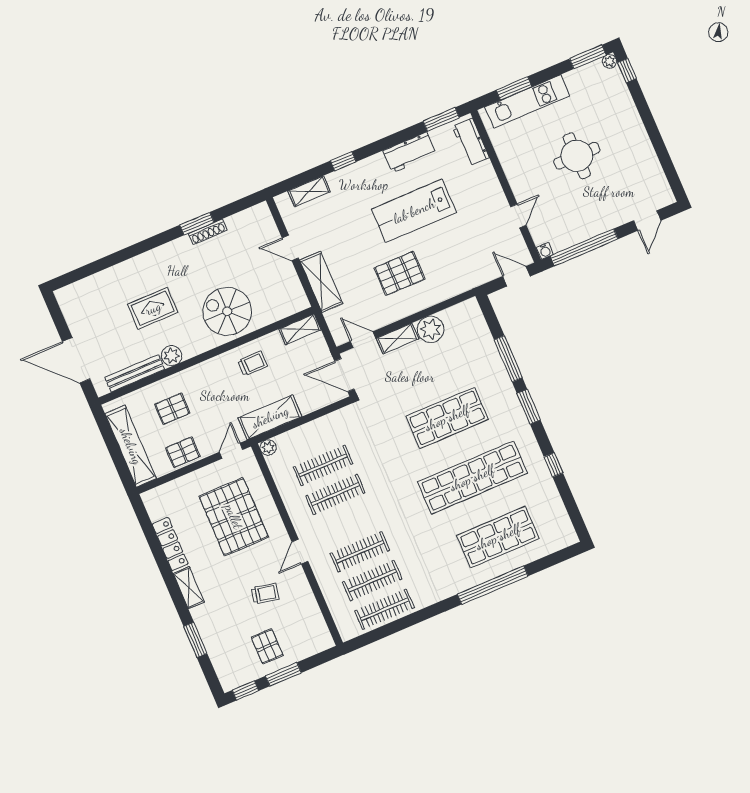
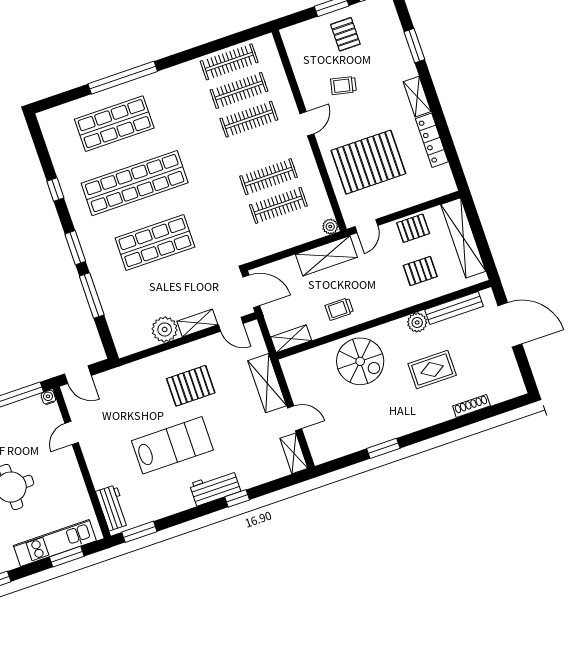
workbench: (410, 152) -> (215, 488), moved
shelving: (309, 191) -> (294, 453), moved, turned 90
shoe rack: (208, 232) -> (471, 406), moved
pallet: (234, 517) -> (368, 162), turned 90

